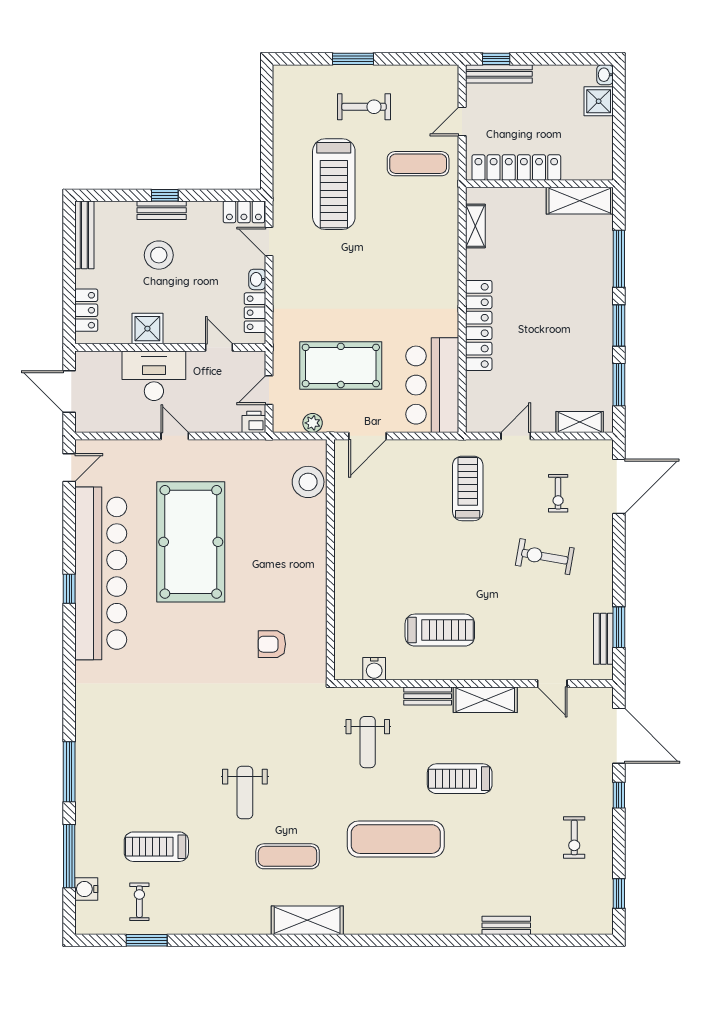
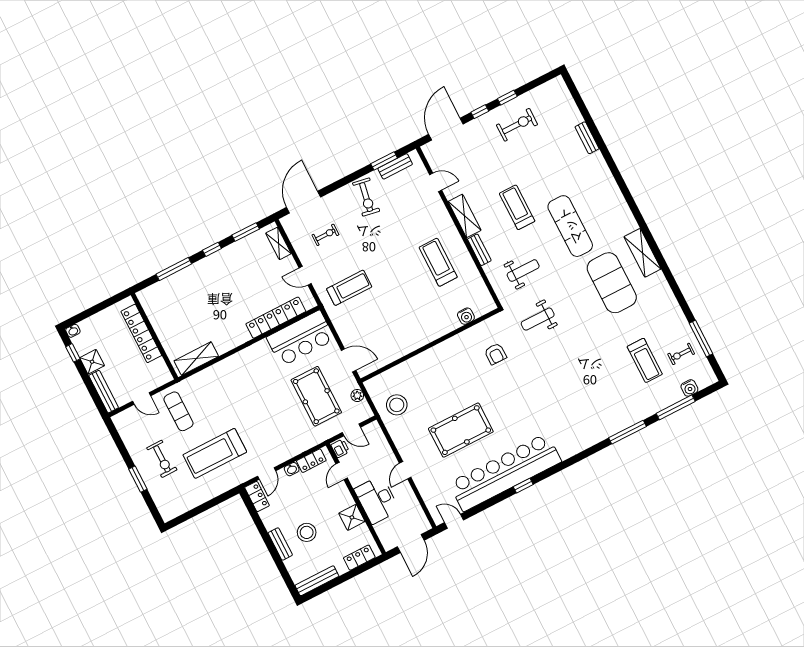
window: (496, 59) -> (73, 353), moved
shower: (599, 101) -> (92, 362), moved
exercise bike: (364, 107) -> (162, 459), turned 180
locker: (516, 168) -> (141, 333), moved
treadmill: (334, 184) -> (215, 453), turned 180
window: (165, 195) -> (271, 547), removed
shelving: (580, 201) -> (152, 308), removed
shelving: (475, 226) -> (196, 359), width x1.50, depth x1.33
locker: (479, 325) -> (276, 318), moved
window: (619, 326) -> (212, 249), width x0.67
printer: (254, 422) -> (340, 448), moved, turned 180
stool: (308, 482) -> (397, 405), moved
door: (619, 486) -> (304, 202), hinge flipped
treadmill: (468, 488) -> (349, 288), turned 180
pool table: (191, 542) -> (461, 430), width x0.73, depth x0.76
exercise bike: (545, 557) -> (366, 197), moved
water cooler: (374, 669) -> (466, 316), moved, turned 90
door: (552, 684) -> (436, 182), hinge flipped
treadmill: (460, 779) -> (517, 207), turned 180
weight bench: (245, 792) -> (538, 319), moved, turned 180
exercise bike: (574, 837) -> (517, 125), width x1.38, depth x1.39
exercise mat: (288, 856) -> (612, 283), width x2.00, depth x1.45
window: (619, 893) -> (507, 98), moved
window: (147, 940) -> (701, 339), width x1.44

